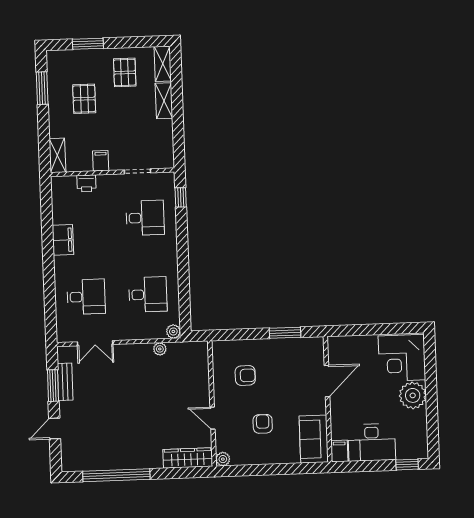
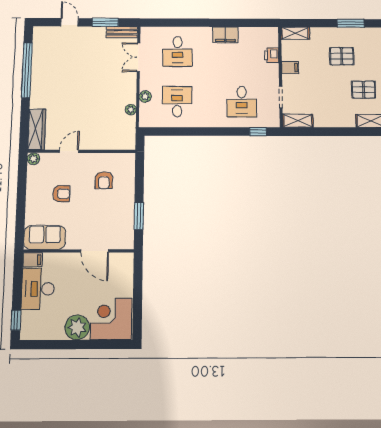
shelving: (164, 101) -> (298, 121), moved
desk: (148, 294) -> (177, 102), turned 180
plant: (173, 331) -> (145, 97), moved
bench: (65, 382) -> (122, 32), moved

